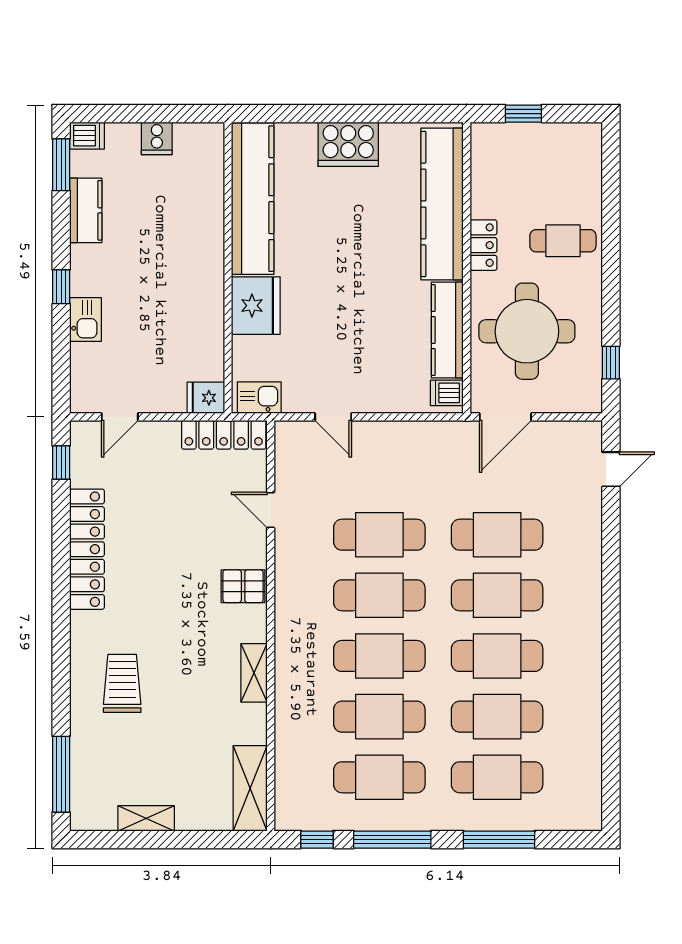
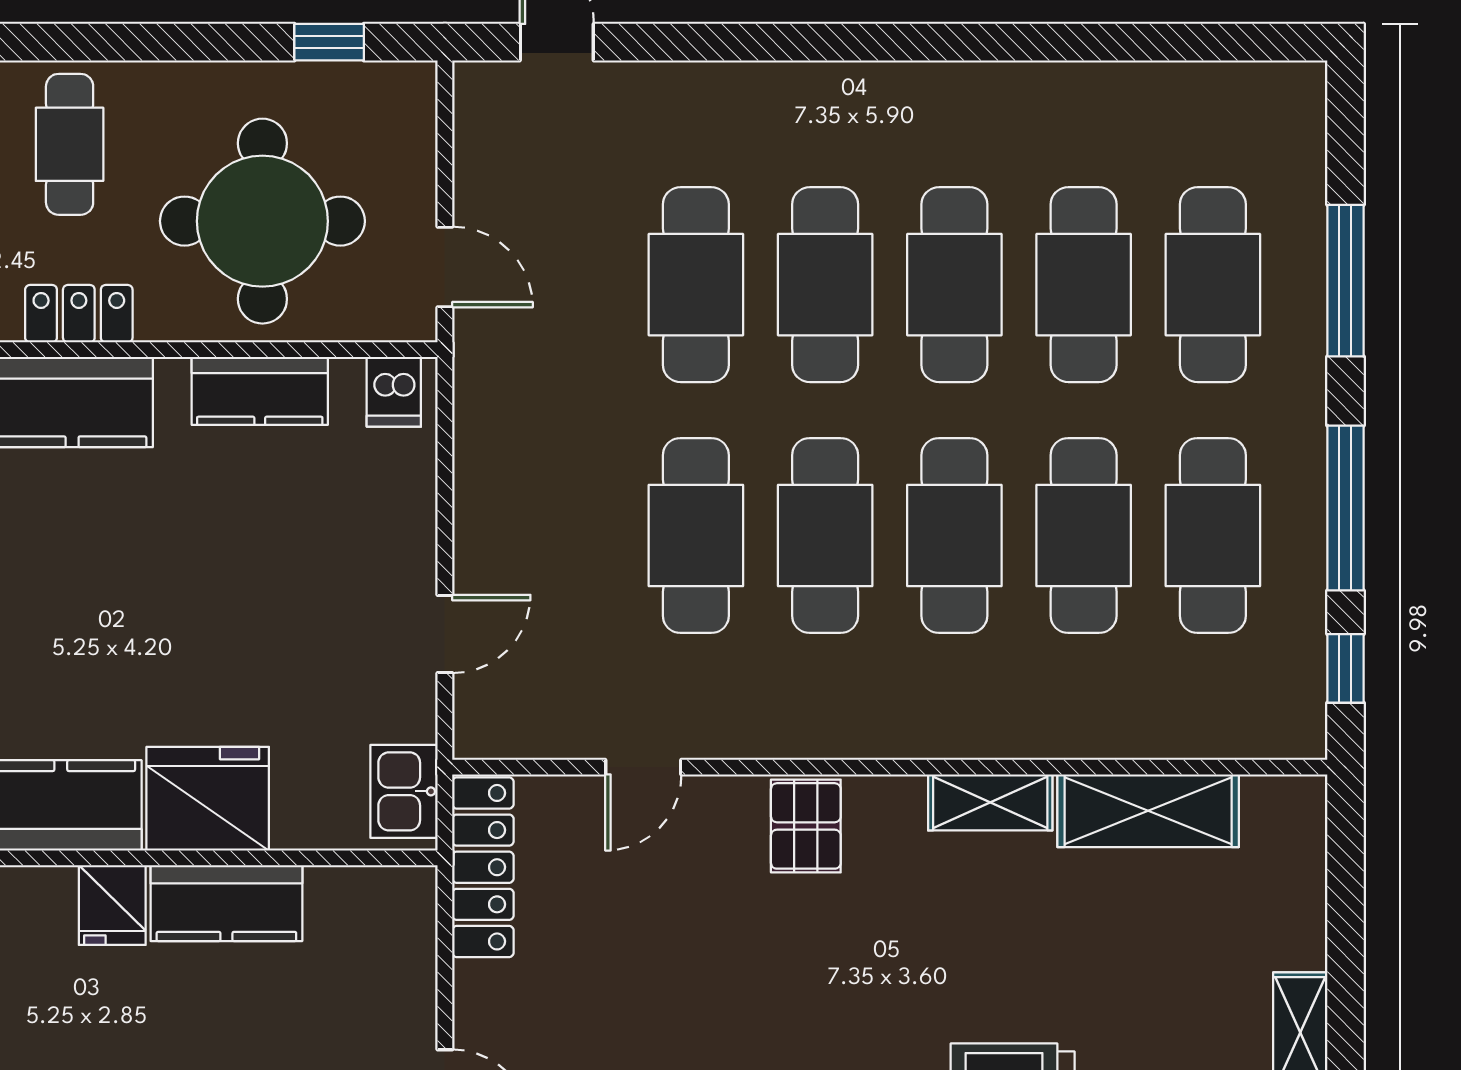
kitchen counter: (207, 314) -> (226, 903), added
kitchen counter: (447, 330) -> (260, 391), width x0.67
fridge: (206, 398) -> (112, 905), moved
door: (505, 417) -> (445, 267), width x0.73
shelving: (250, 788) -> (1148, 811), moved

